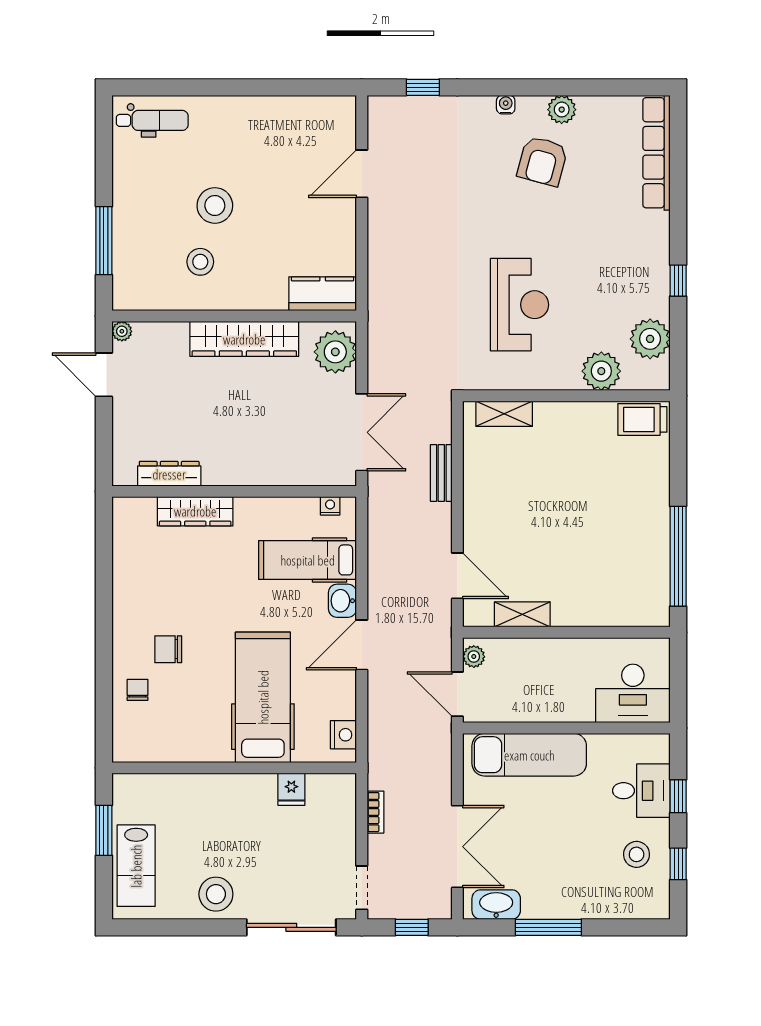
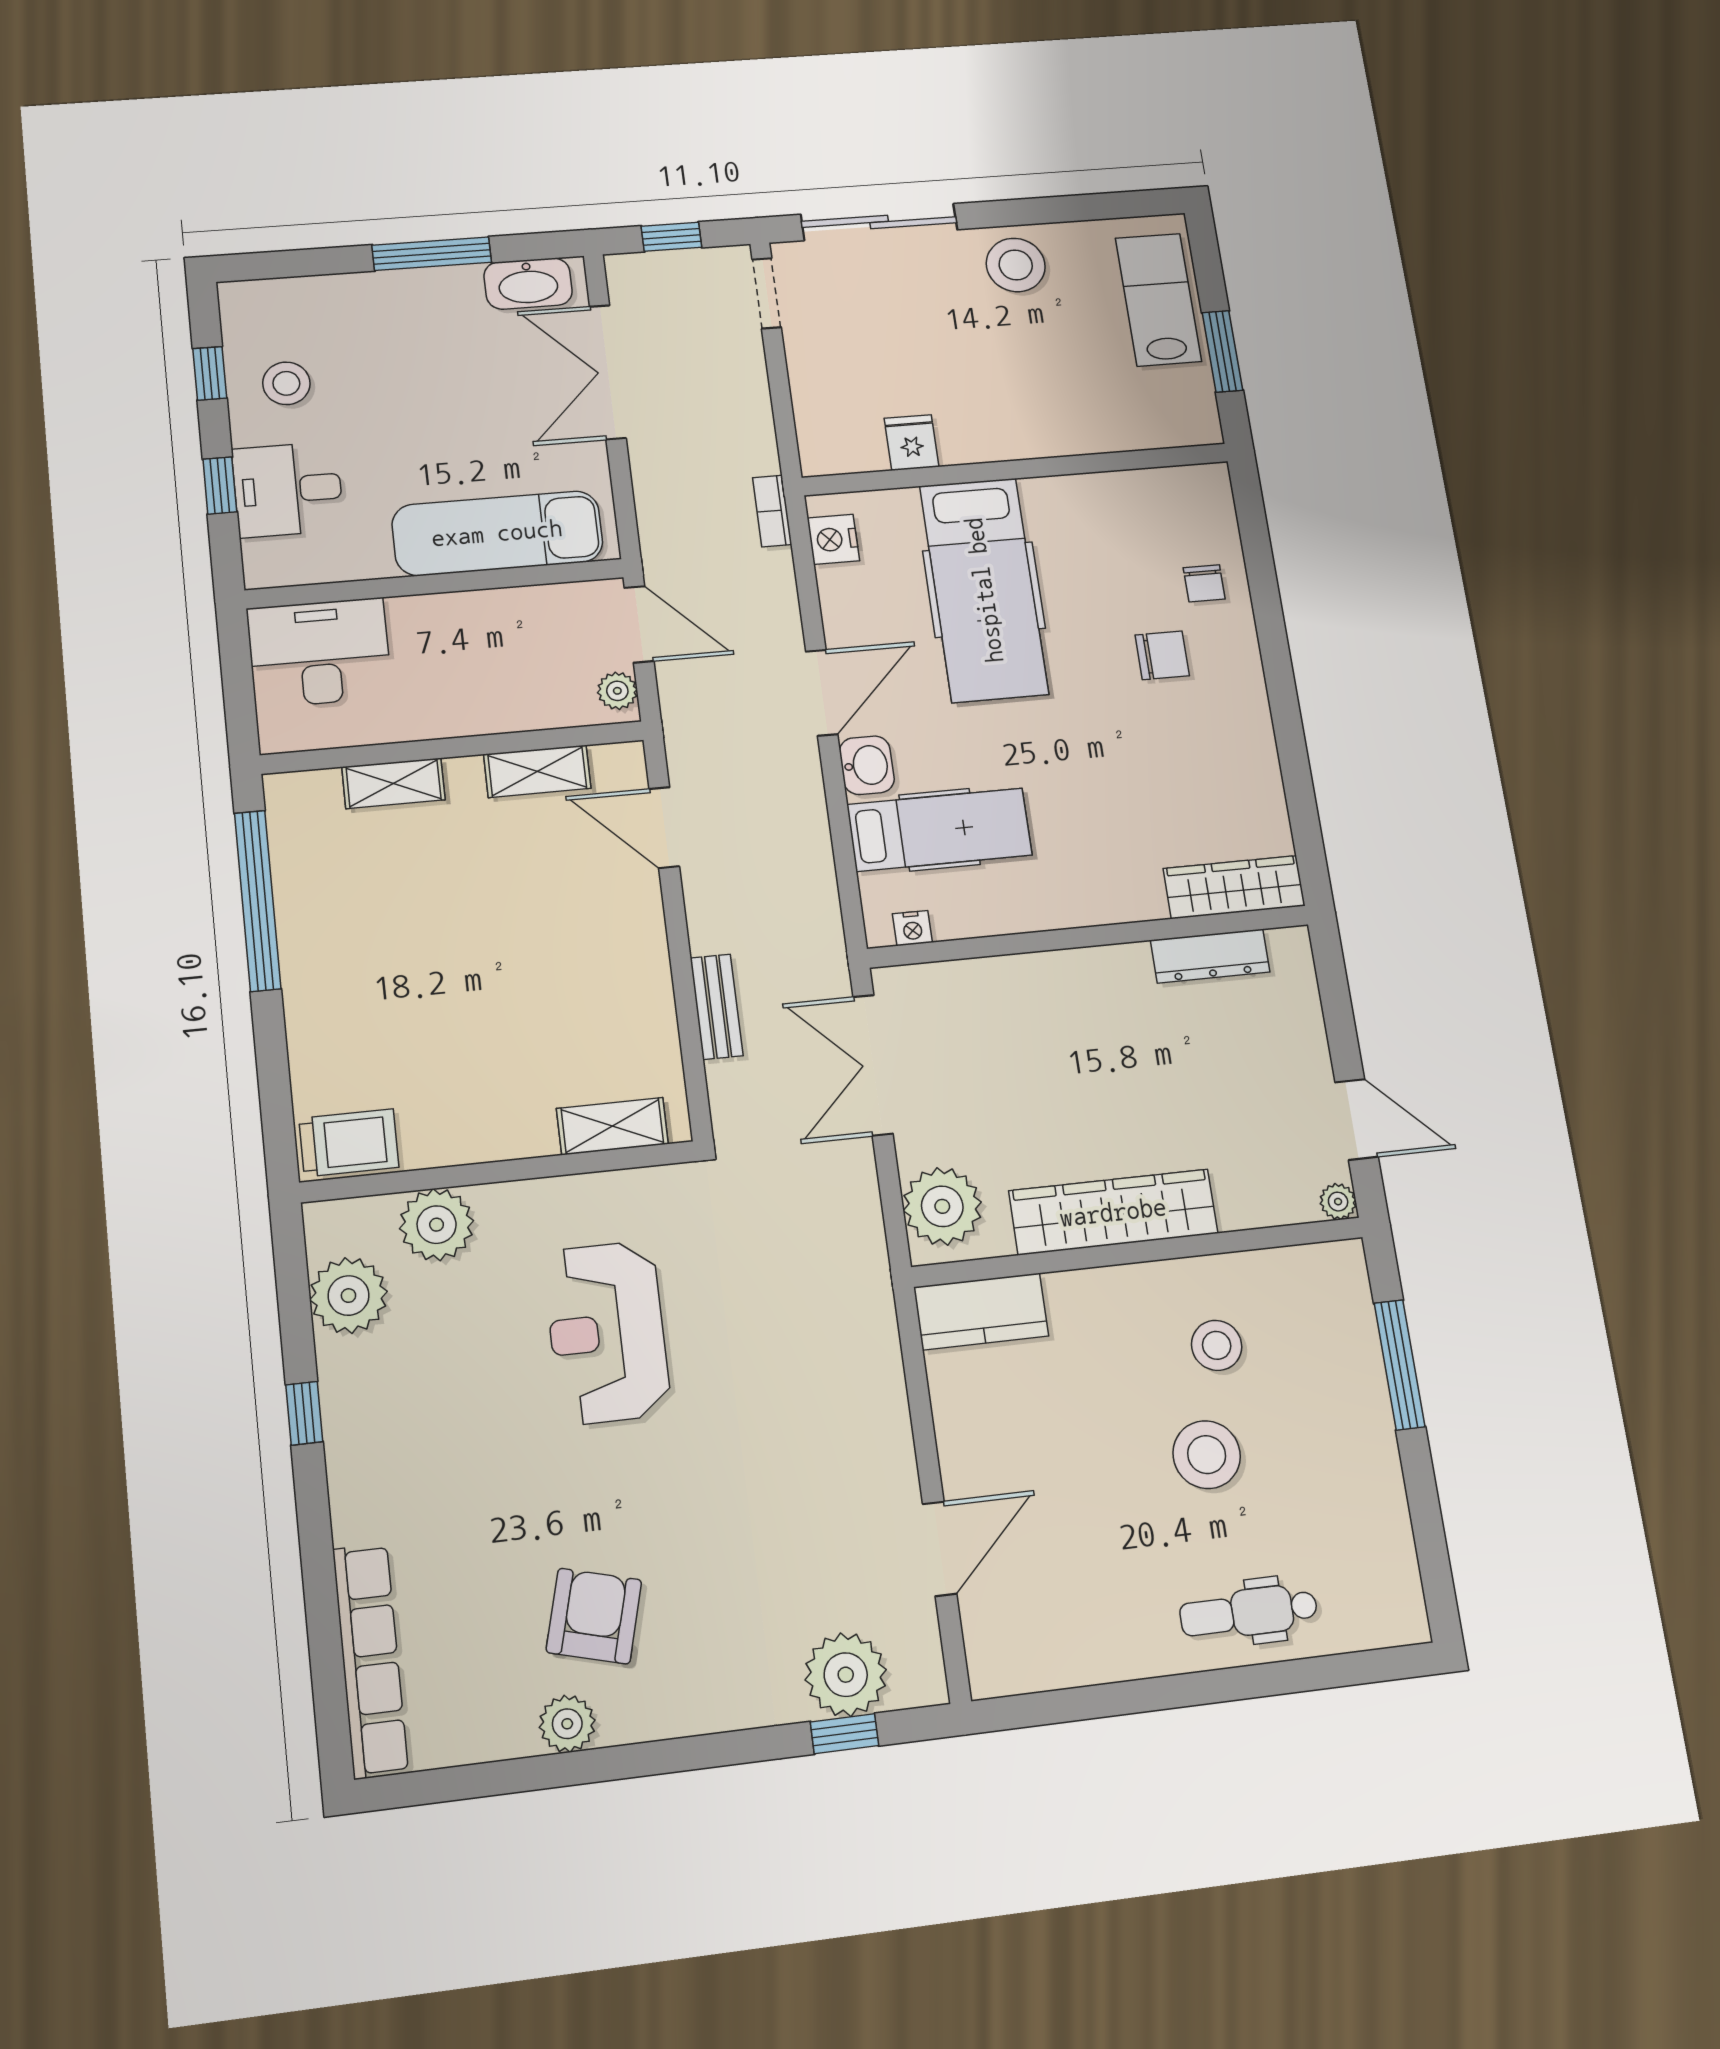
water cooler: (506, 105) -> (679, 1720), removed
plant: (418, 116) -> (846, 1675), added
dental chair: (152, 120) -> (1249, 1612), moved
wardrobe: (195, 511) -> (1234, 887), moved
shelving: (600, 615) -> (394, 783), added
bookcase: (375, 812) -> (772, 511), moved

